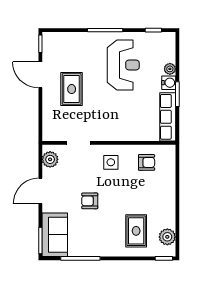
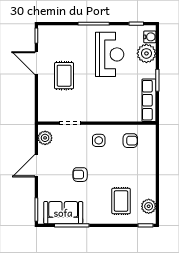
plant: (170, 69) -> (146, 53), width x1.87, depth x1.87
water cooler: (169, 83) -> (150, 37), moved
sofa: (55, 235) -> (63, 213), moved, turned -90

